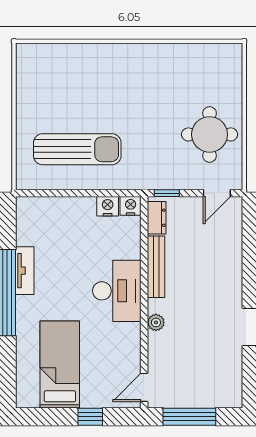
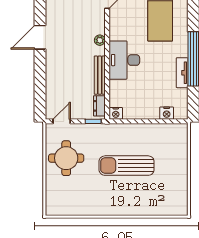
sun lounger: (77, 149) -> (127, 166), moved
nightstand: (108, 206) -> (167, 113), moved

